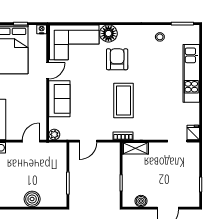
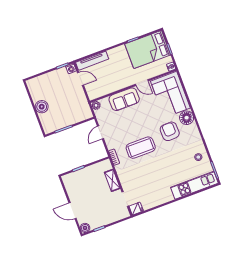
armchair: (117, 59) -> (170, 131), turned -92
kitchen unit: (191, 73) -> (194, 185), moved
door: (31, 141) -> (81, 79), moved
door: (88, 141) -> (100, 132), hinge flipped
shelving: (135, 148) -> (112, 180), moved
boiler: (141, 201) -> (85, 228), moved

